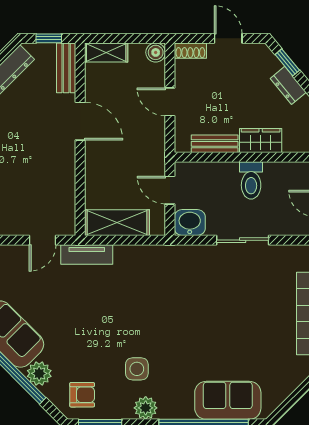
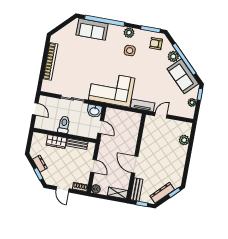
shelving: (117, 223) -> (127, 117), removed
corner sofa: (161, 278) -> (112, 89), added

